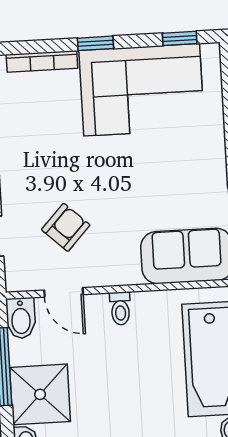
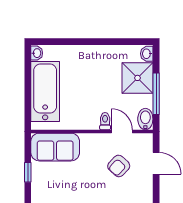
toilet: (120, 308) -> (105, 121), moved

